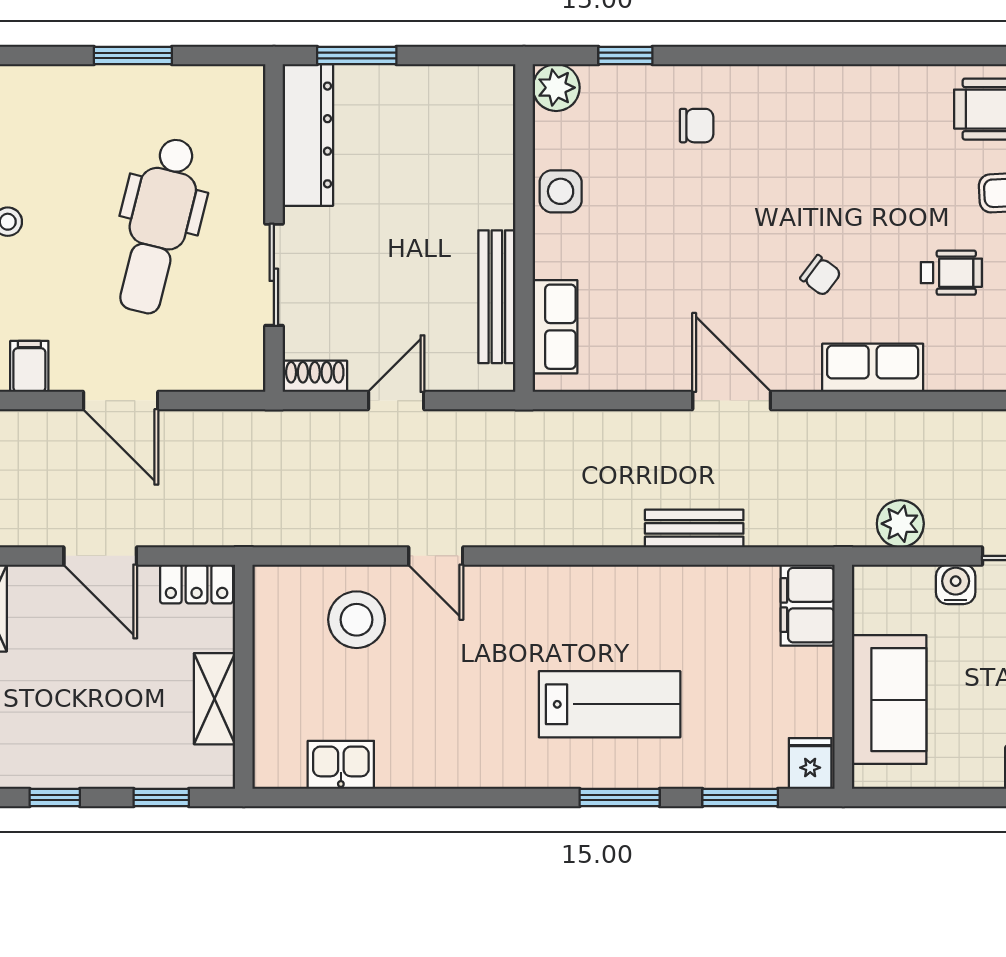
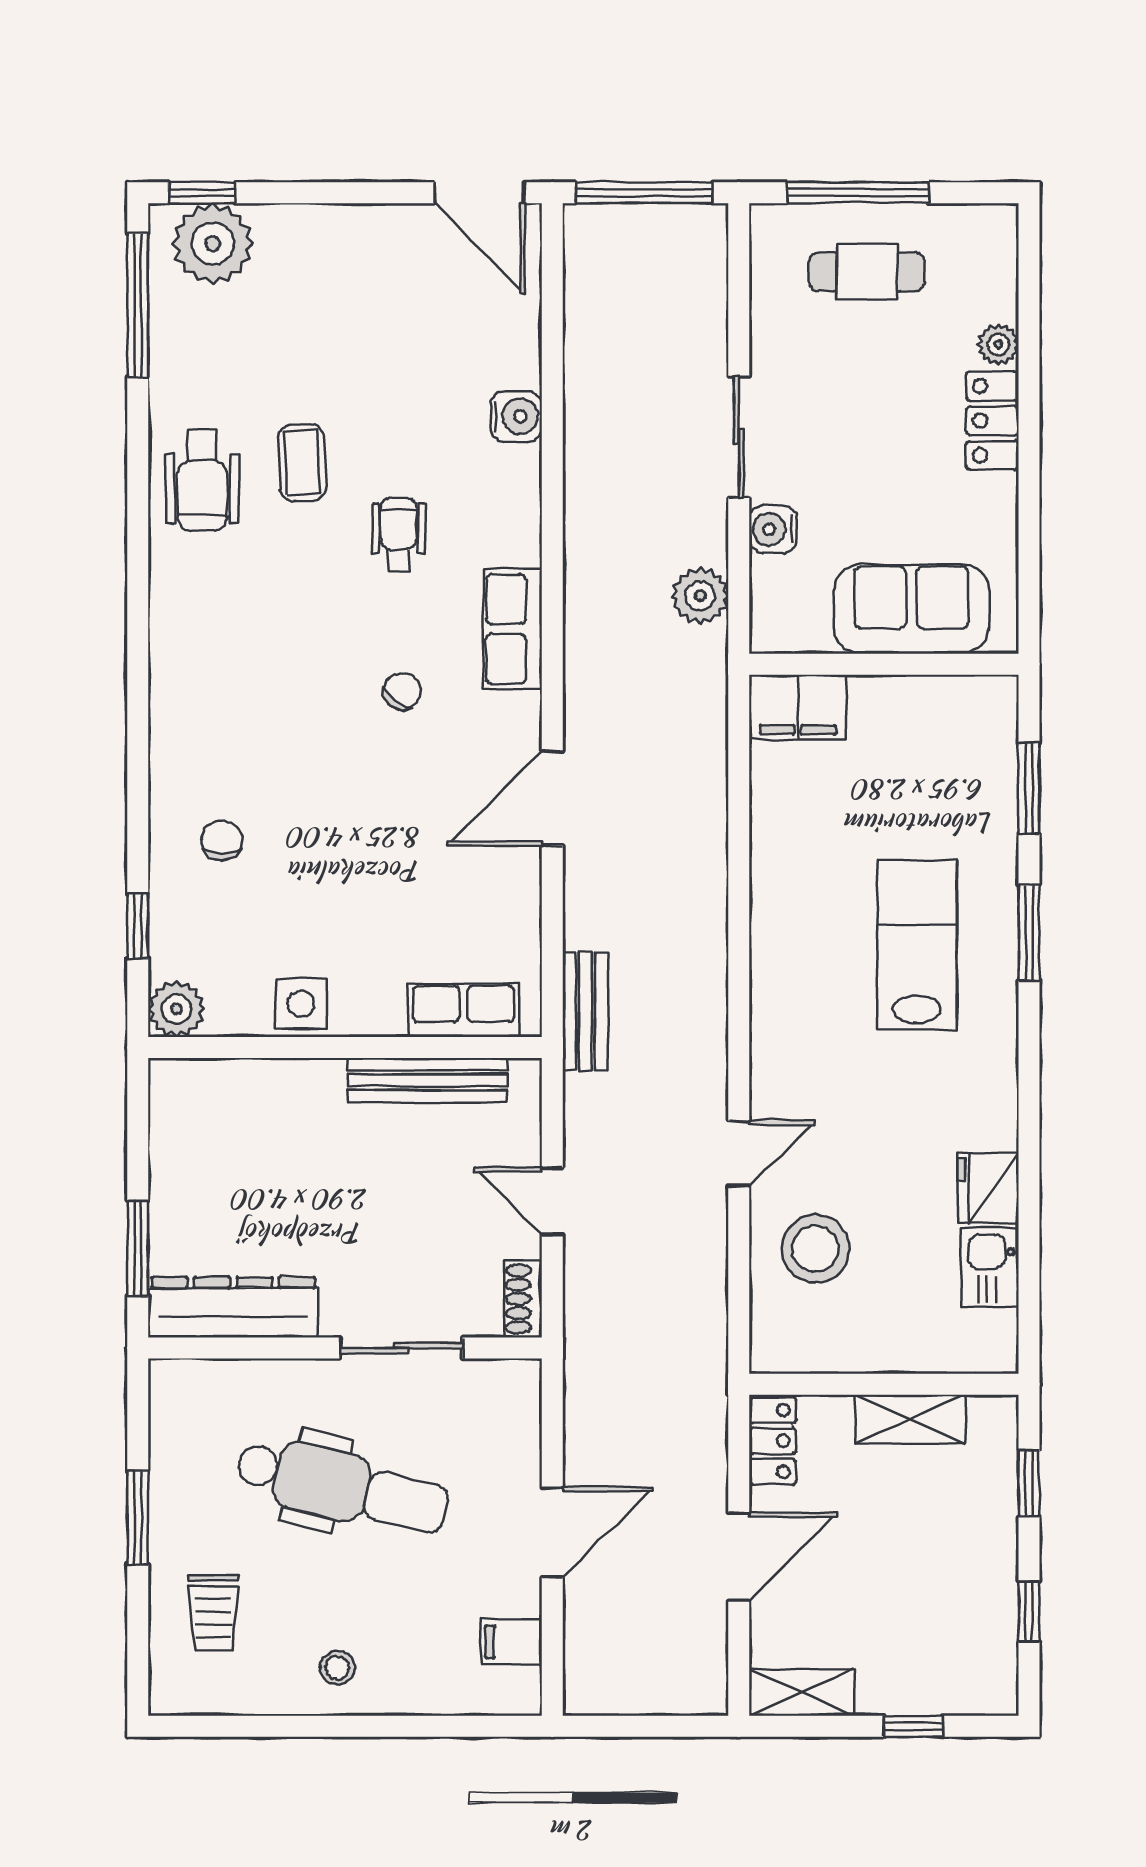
trolley: (54, 119) -> (214, 1613), added
bench: (694, 528) -> (585, 1011), moved
fridge: (810, 763) -> (988, 1188), moved, width x1.38

